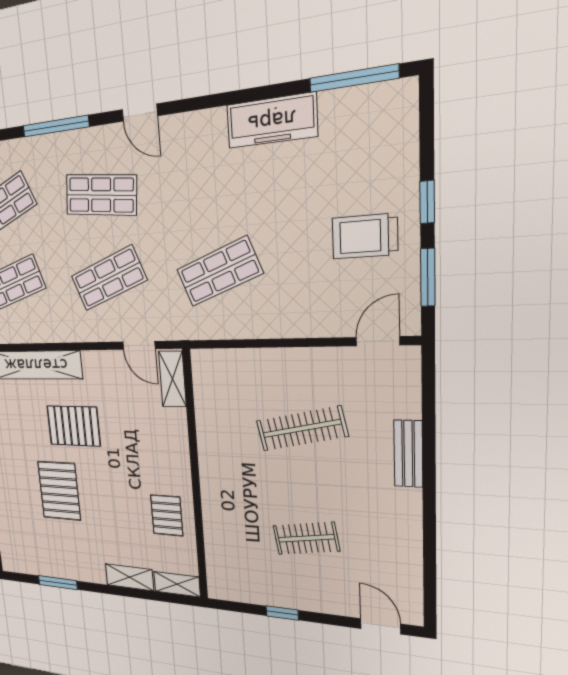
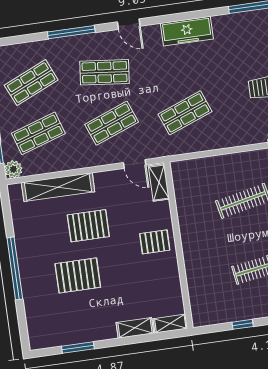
freezer: (272, 121) -> (187, 31), moved
pallet: (59, 491) -> (78, 275), turned 90
pallet: (167, 515) -> (155, 242), moved, turned 90

